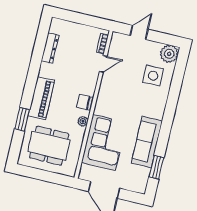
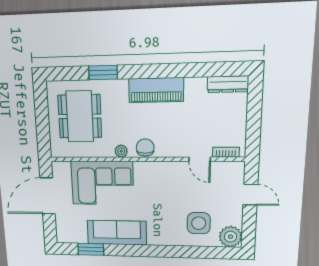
dresser: (50, 48) -> (228, 84), moved
piano: (41, 98) -> (156, 90), moved

